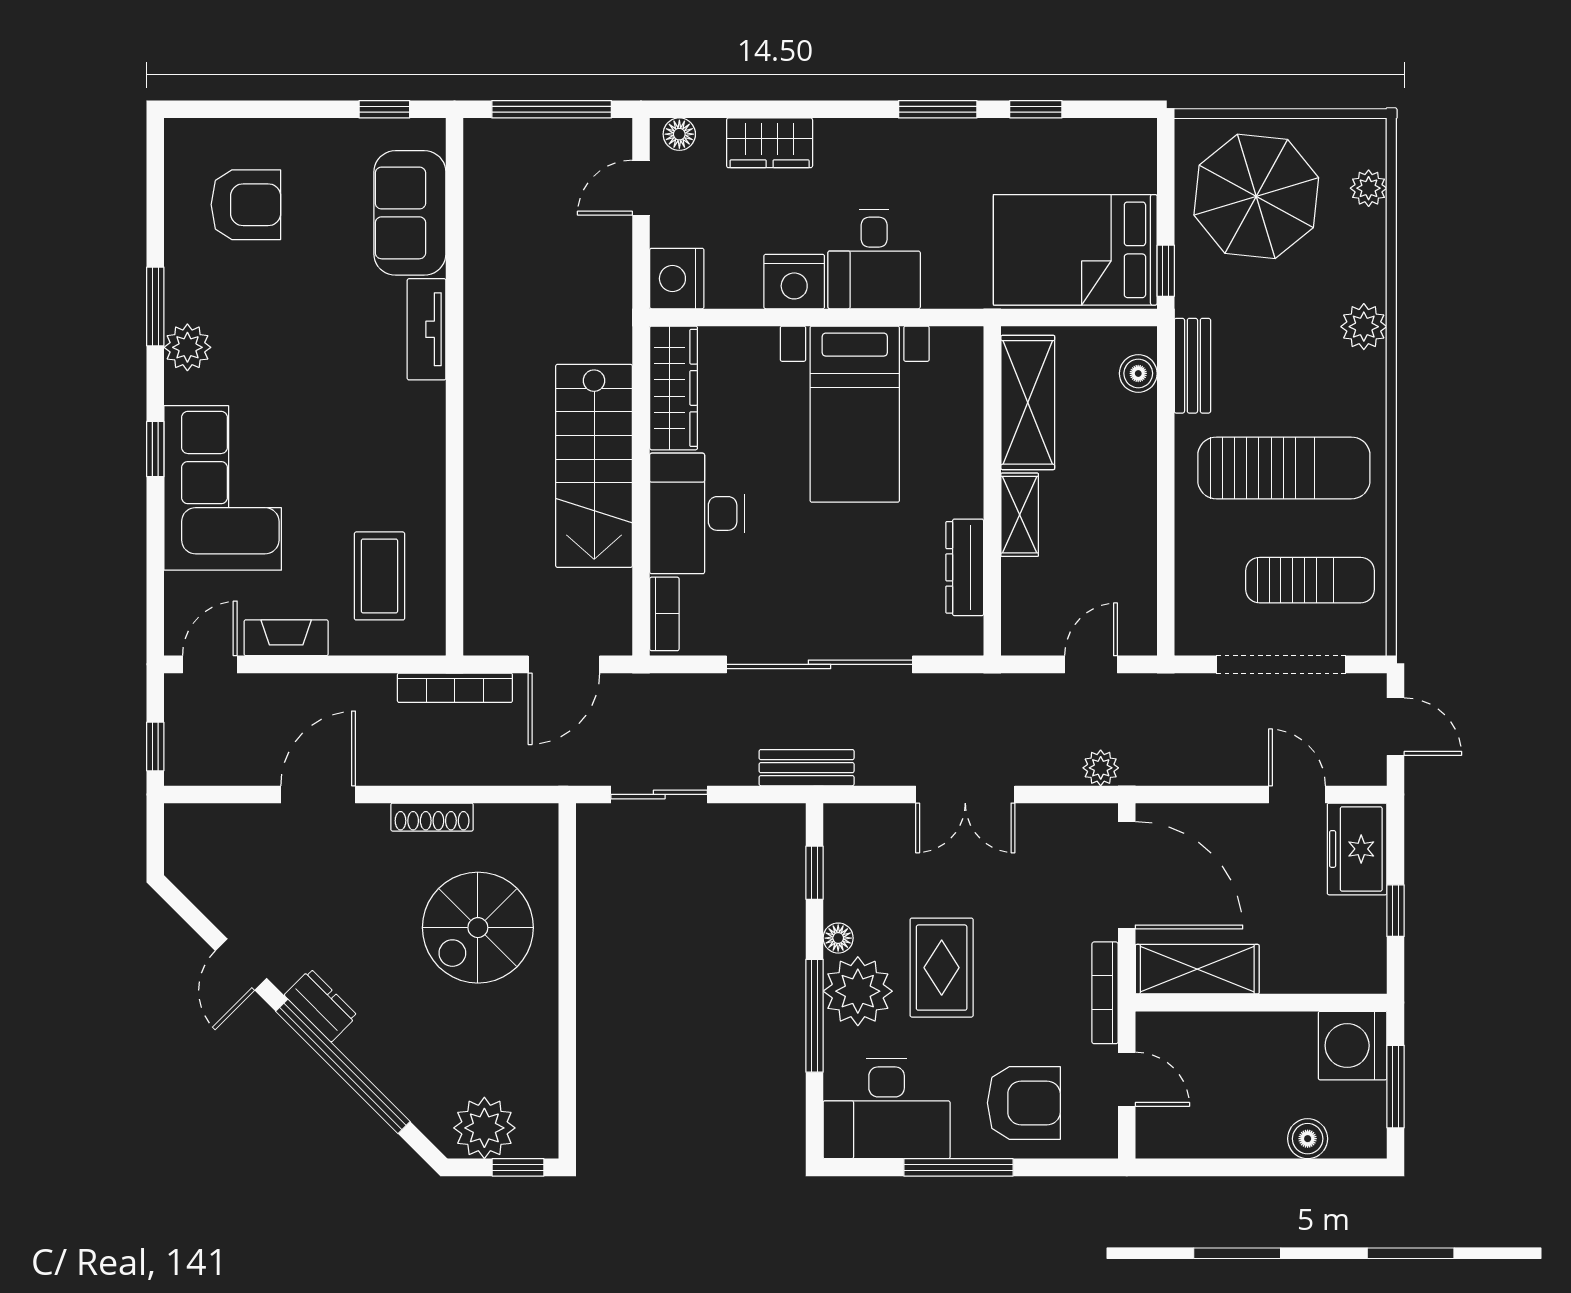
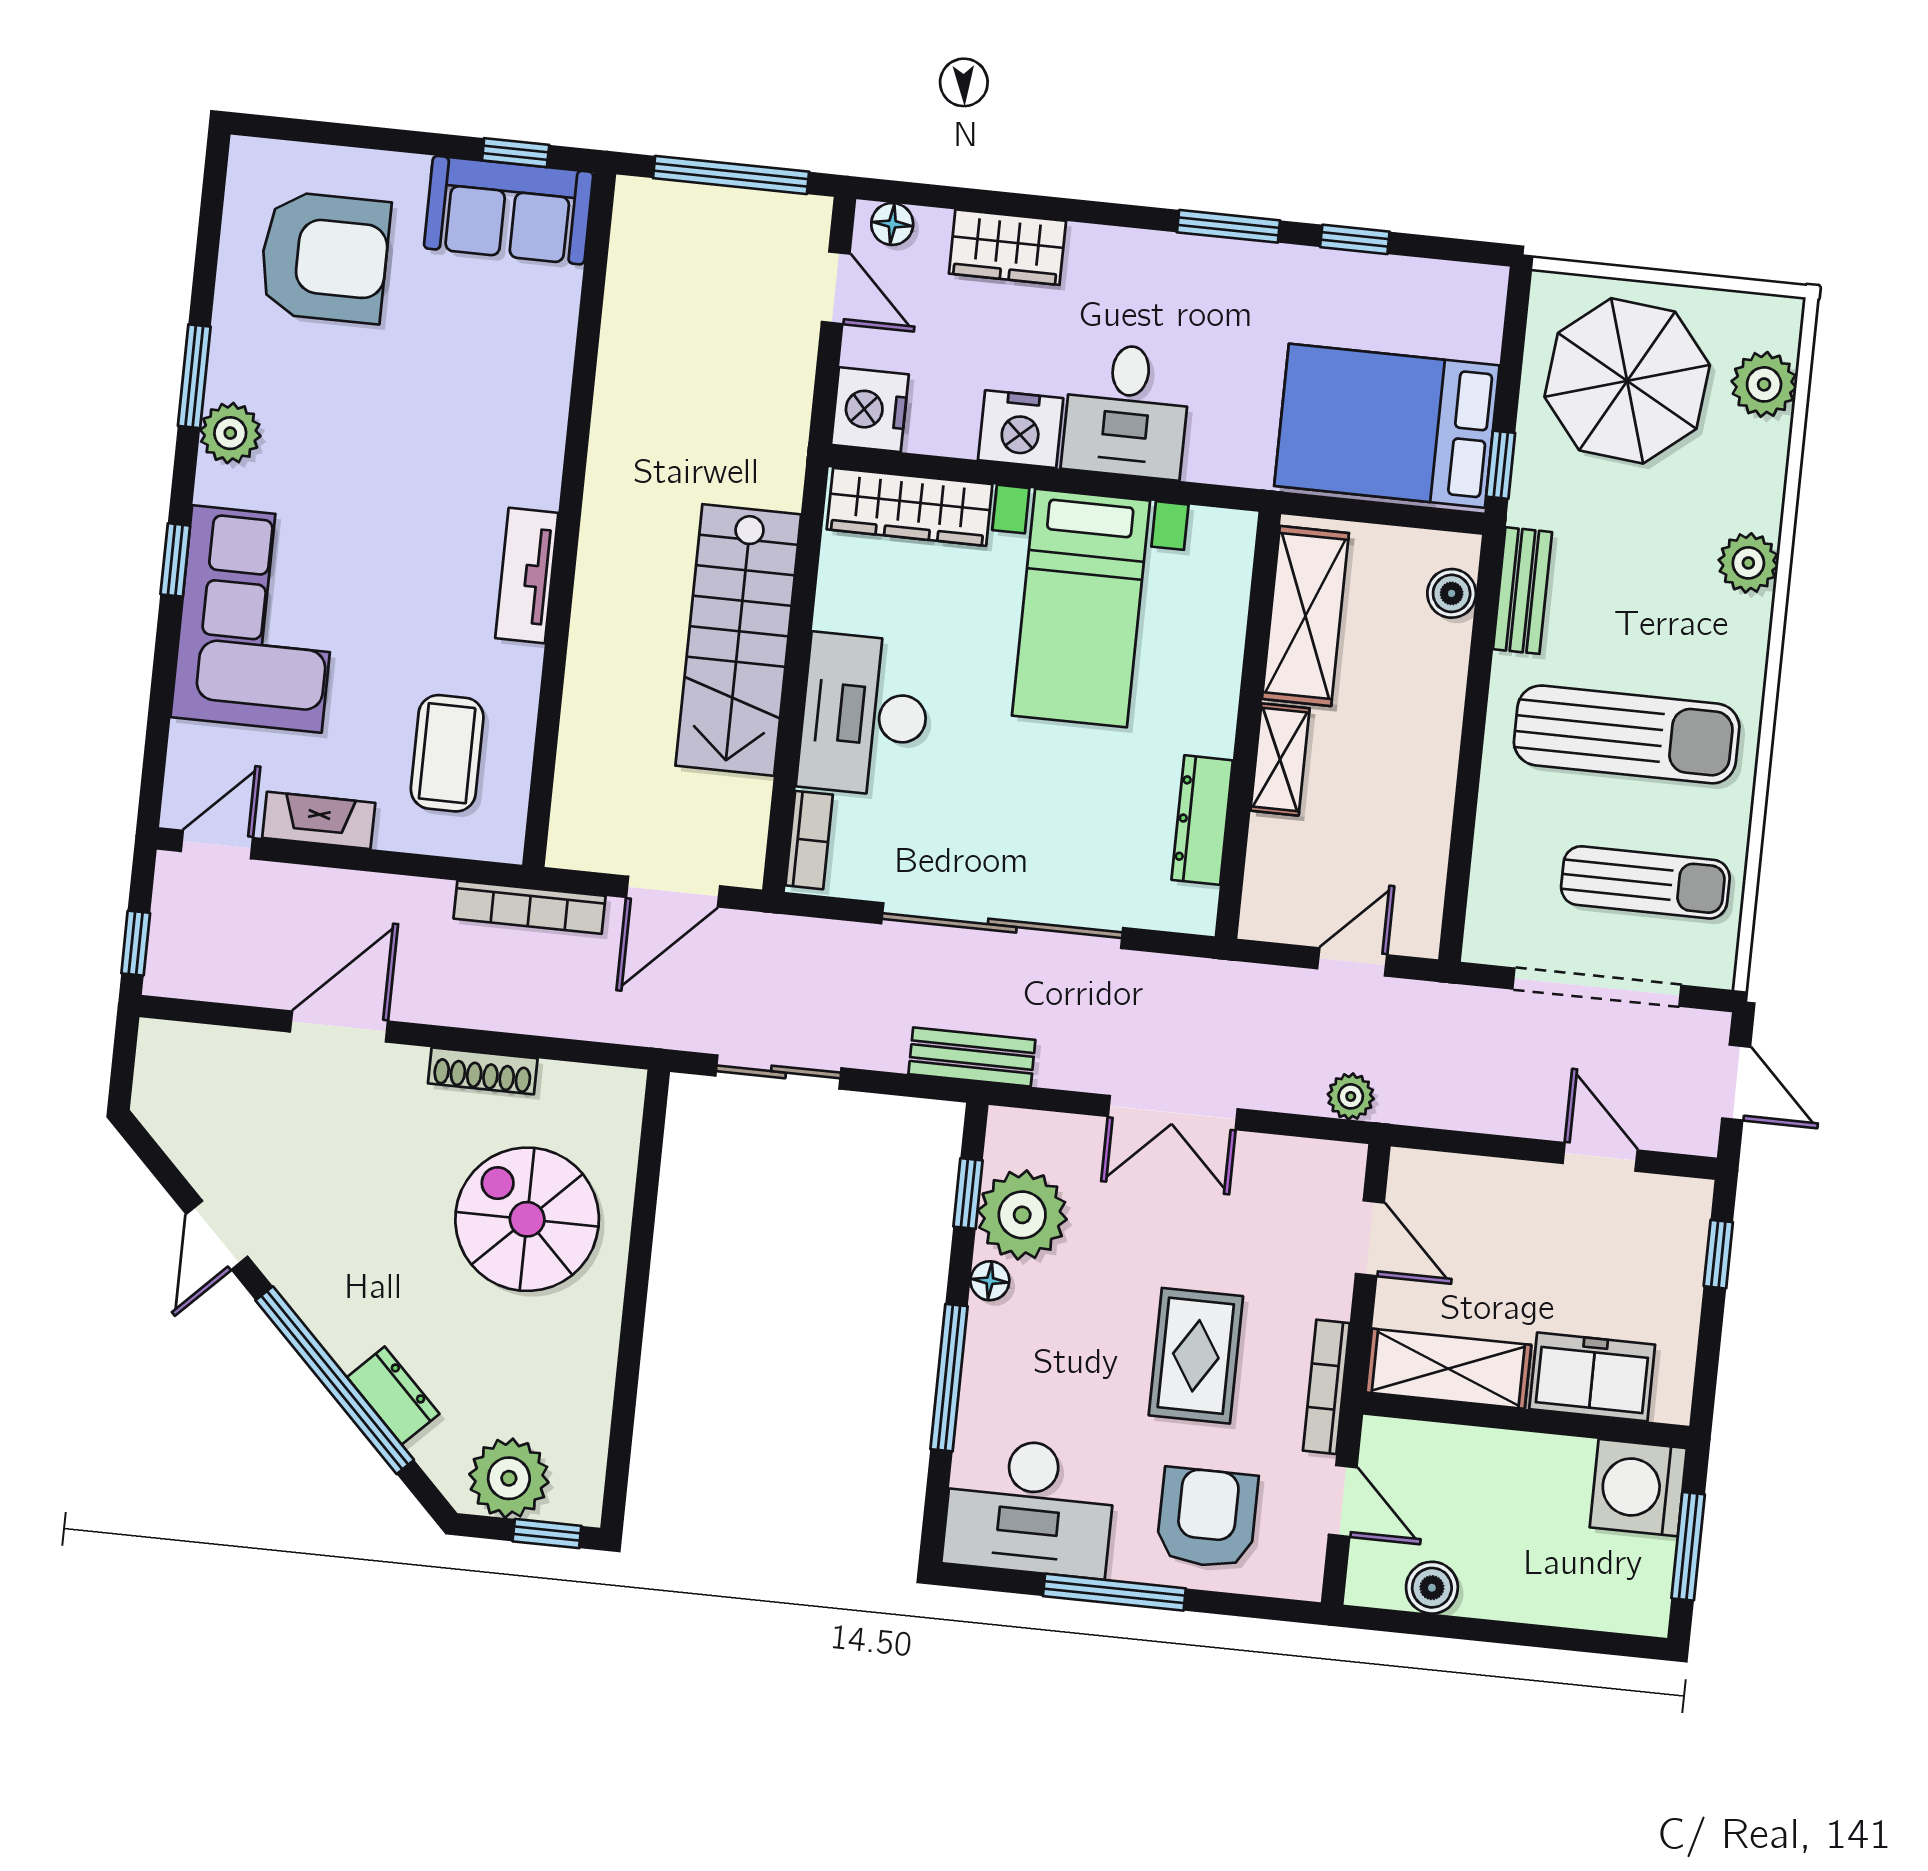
door: (641, 188) -> (836, 288), swing flipped
plant: (1369, 188) -> (1764, 384), width x1.38, depth x1.38
armchair: (246, 205) -> (324, 257), width x1.36, depth x1.36
sofa: (410, 213) -> (509, 210), moved, turned -90
tv unit: (427, 329) -> (527, 575), moved
wardrobe: (674, 388) -> (910, 507), moved, turned 90
freezer: (1357, 849) -> (1592, 1377), moved, turned 90
door: (1127, 875) -> (1370, 1238), width x0.53
window: (1396, 911) -> (1718, 1254), moved
spiral stairs: (478, 928) -> (527, 1219), turned 90
rug: (942, 968) -> (1196, 1356), moved
plant: (858, 991) -> (1022, 1215), moved
dresser: (321, 1005) -> (393, 1395), moved
armchair: (1024, 1103) -> (1207, 1518), turned -90
boiler: (1308, 1139) -> (1432, 1588), moved

